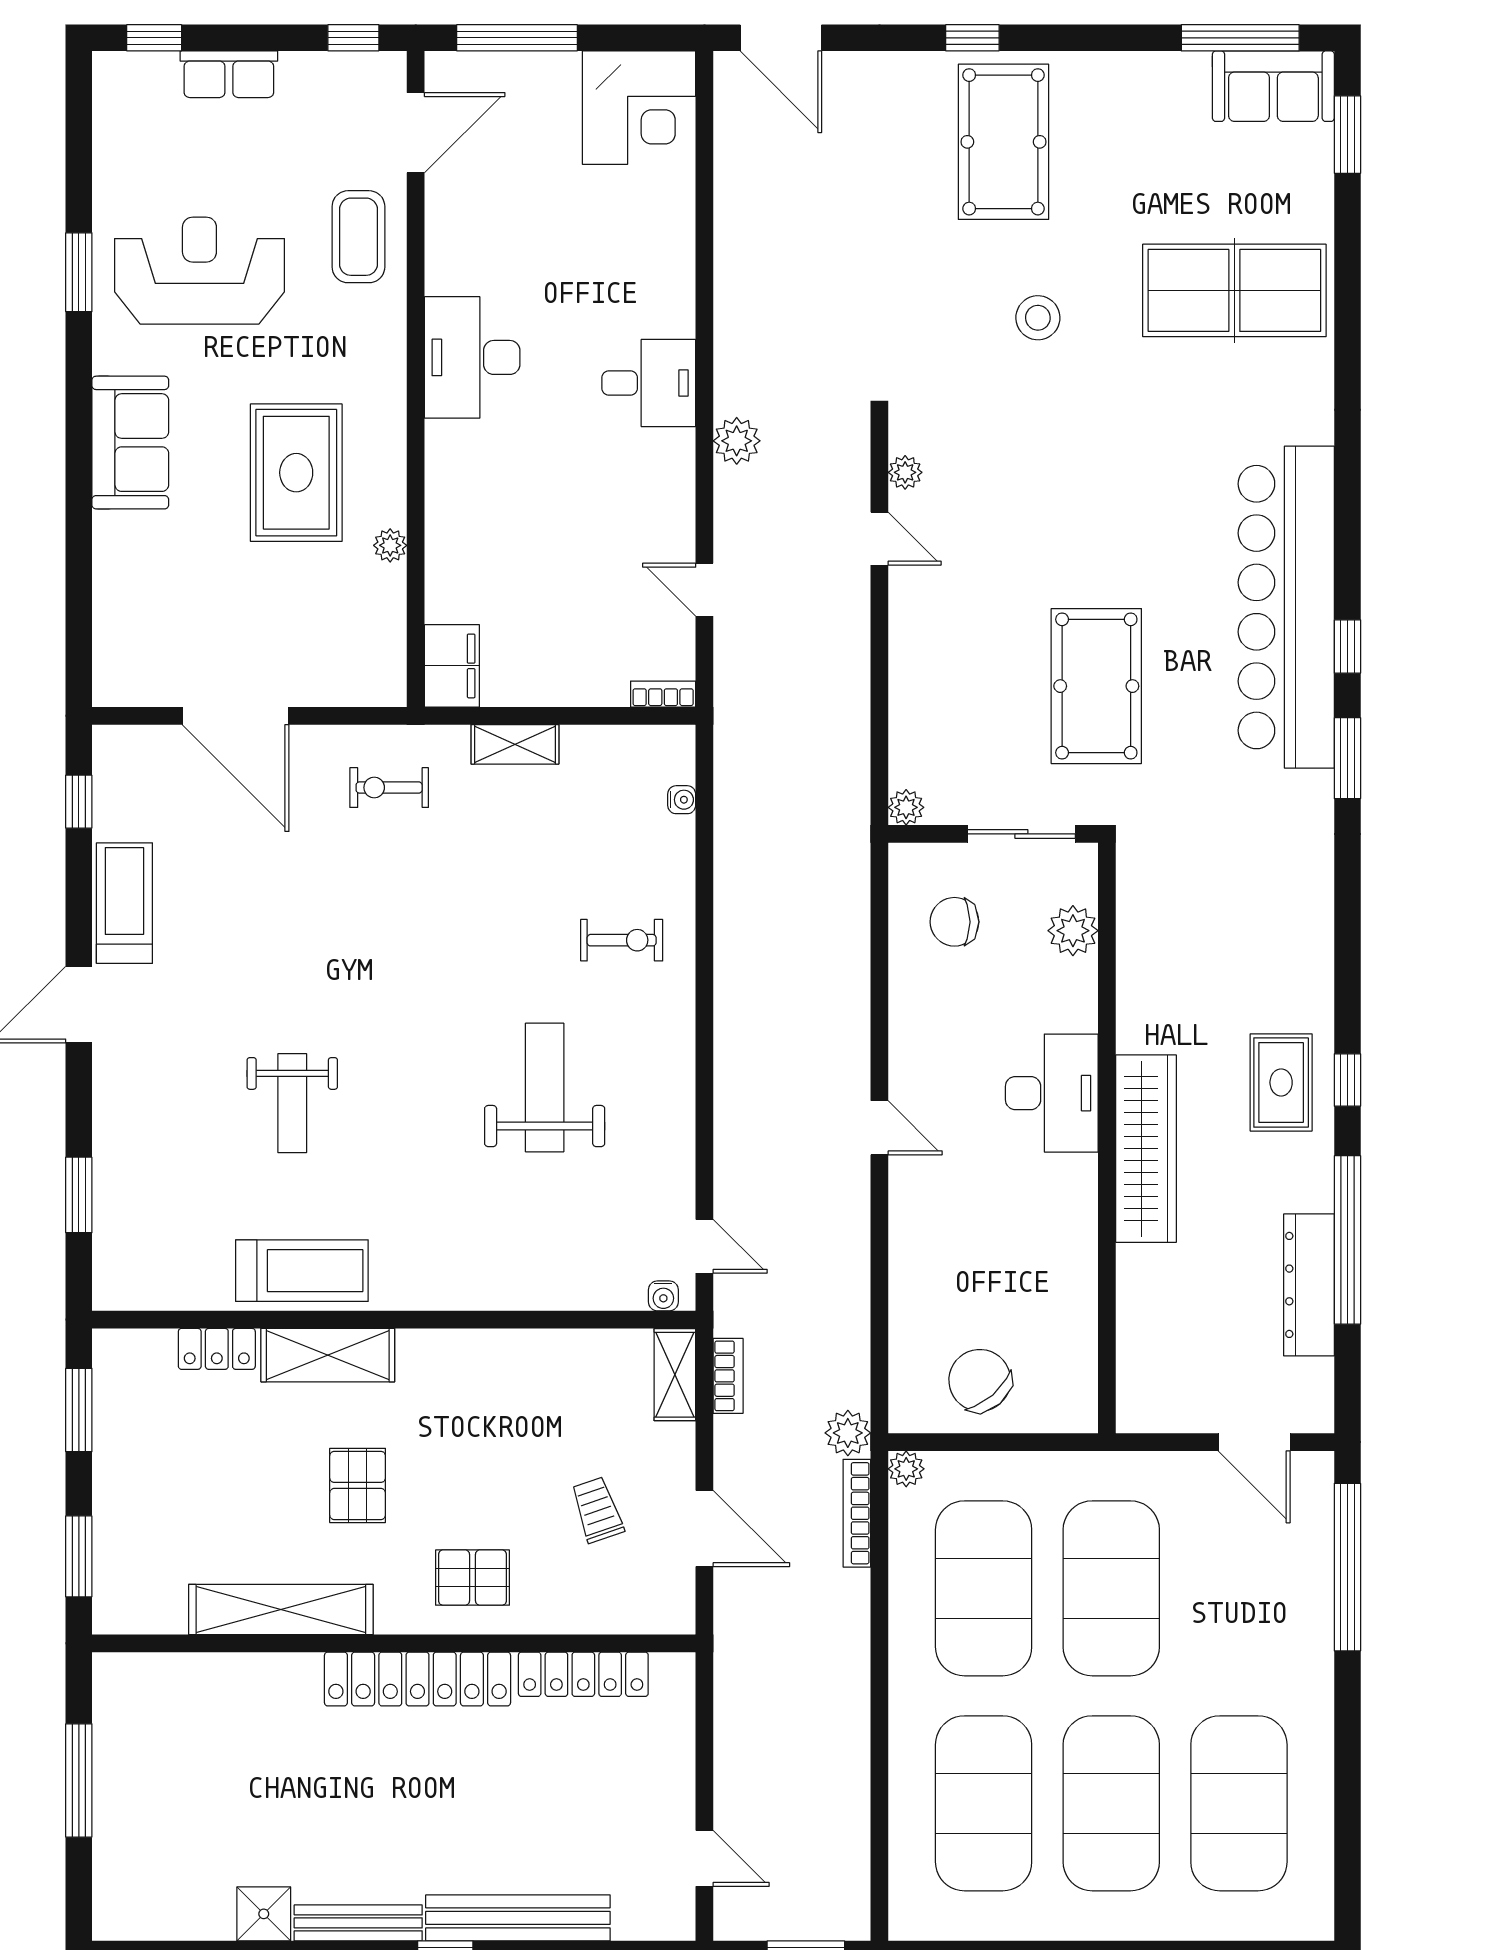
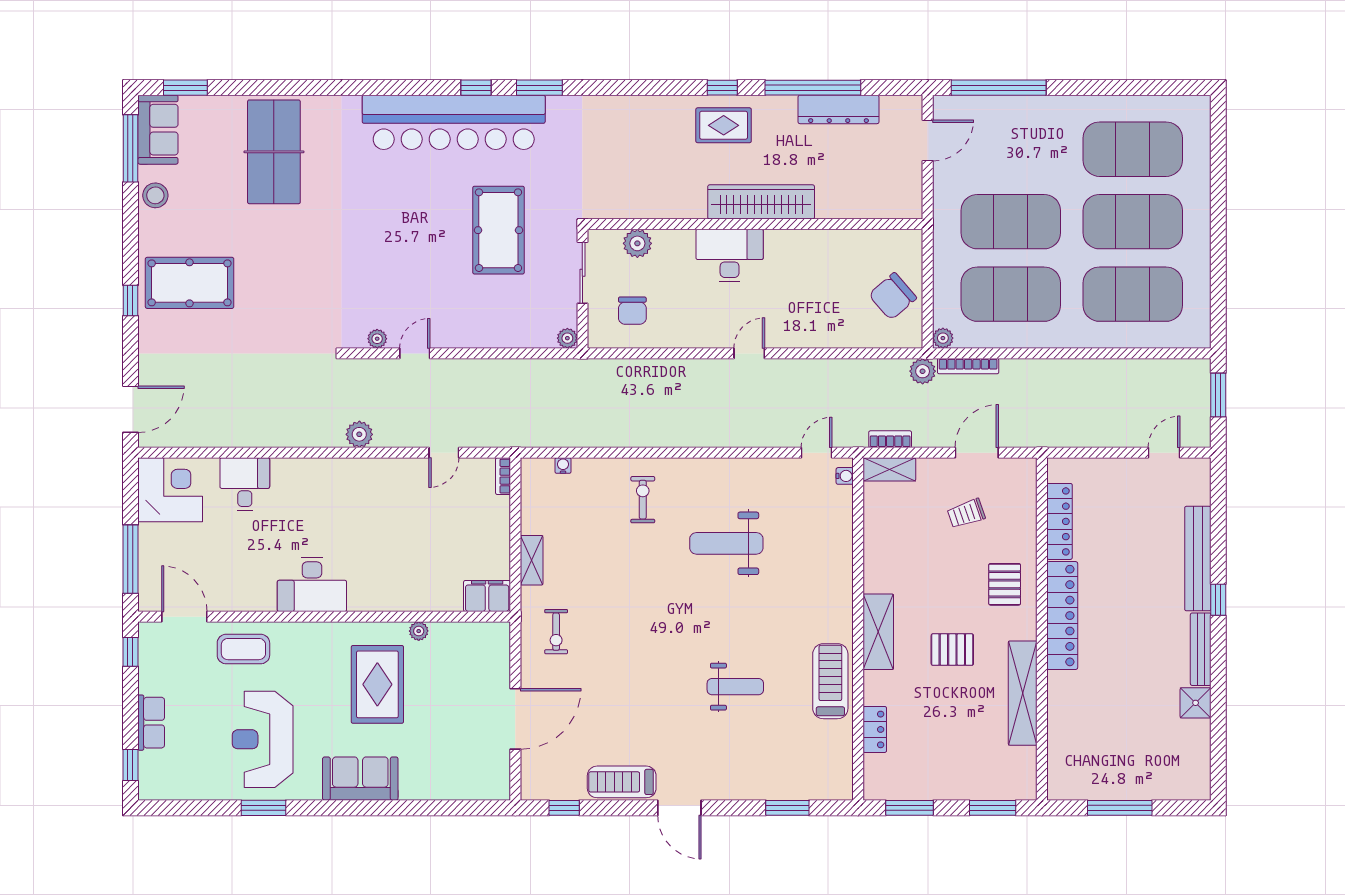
stool: (1038, 318) -> (155, 195), moved
desk: (649, 383) -> (245, 484), moved
rug: (296, 473) -> (377, 684), turned 90
pool table: (1096, 686) -> (498, 230), turned 90
shelving: (328, 1355) -> (878, 632), moved

